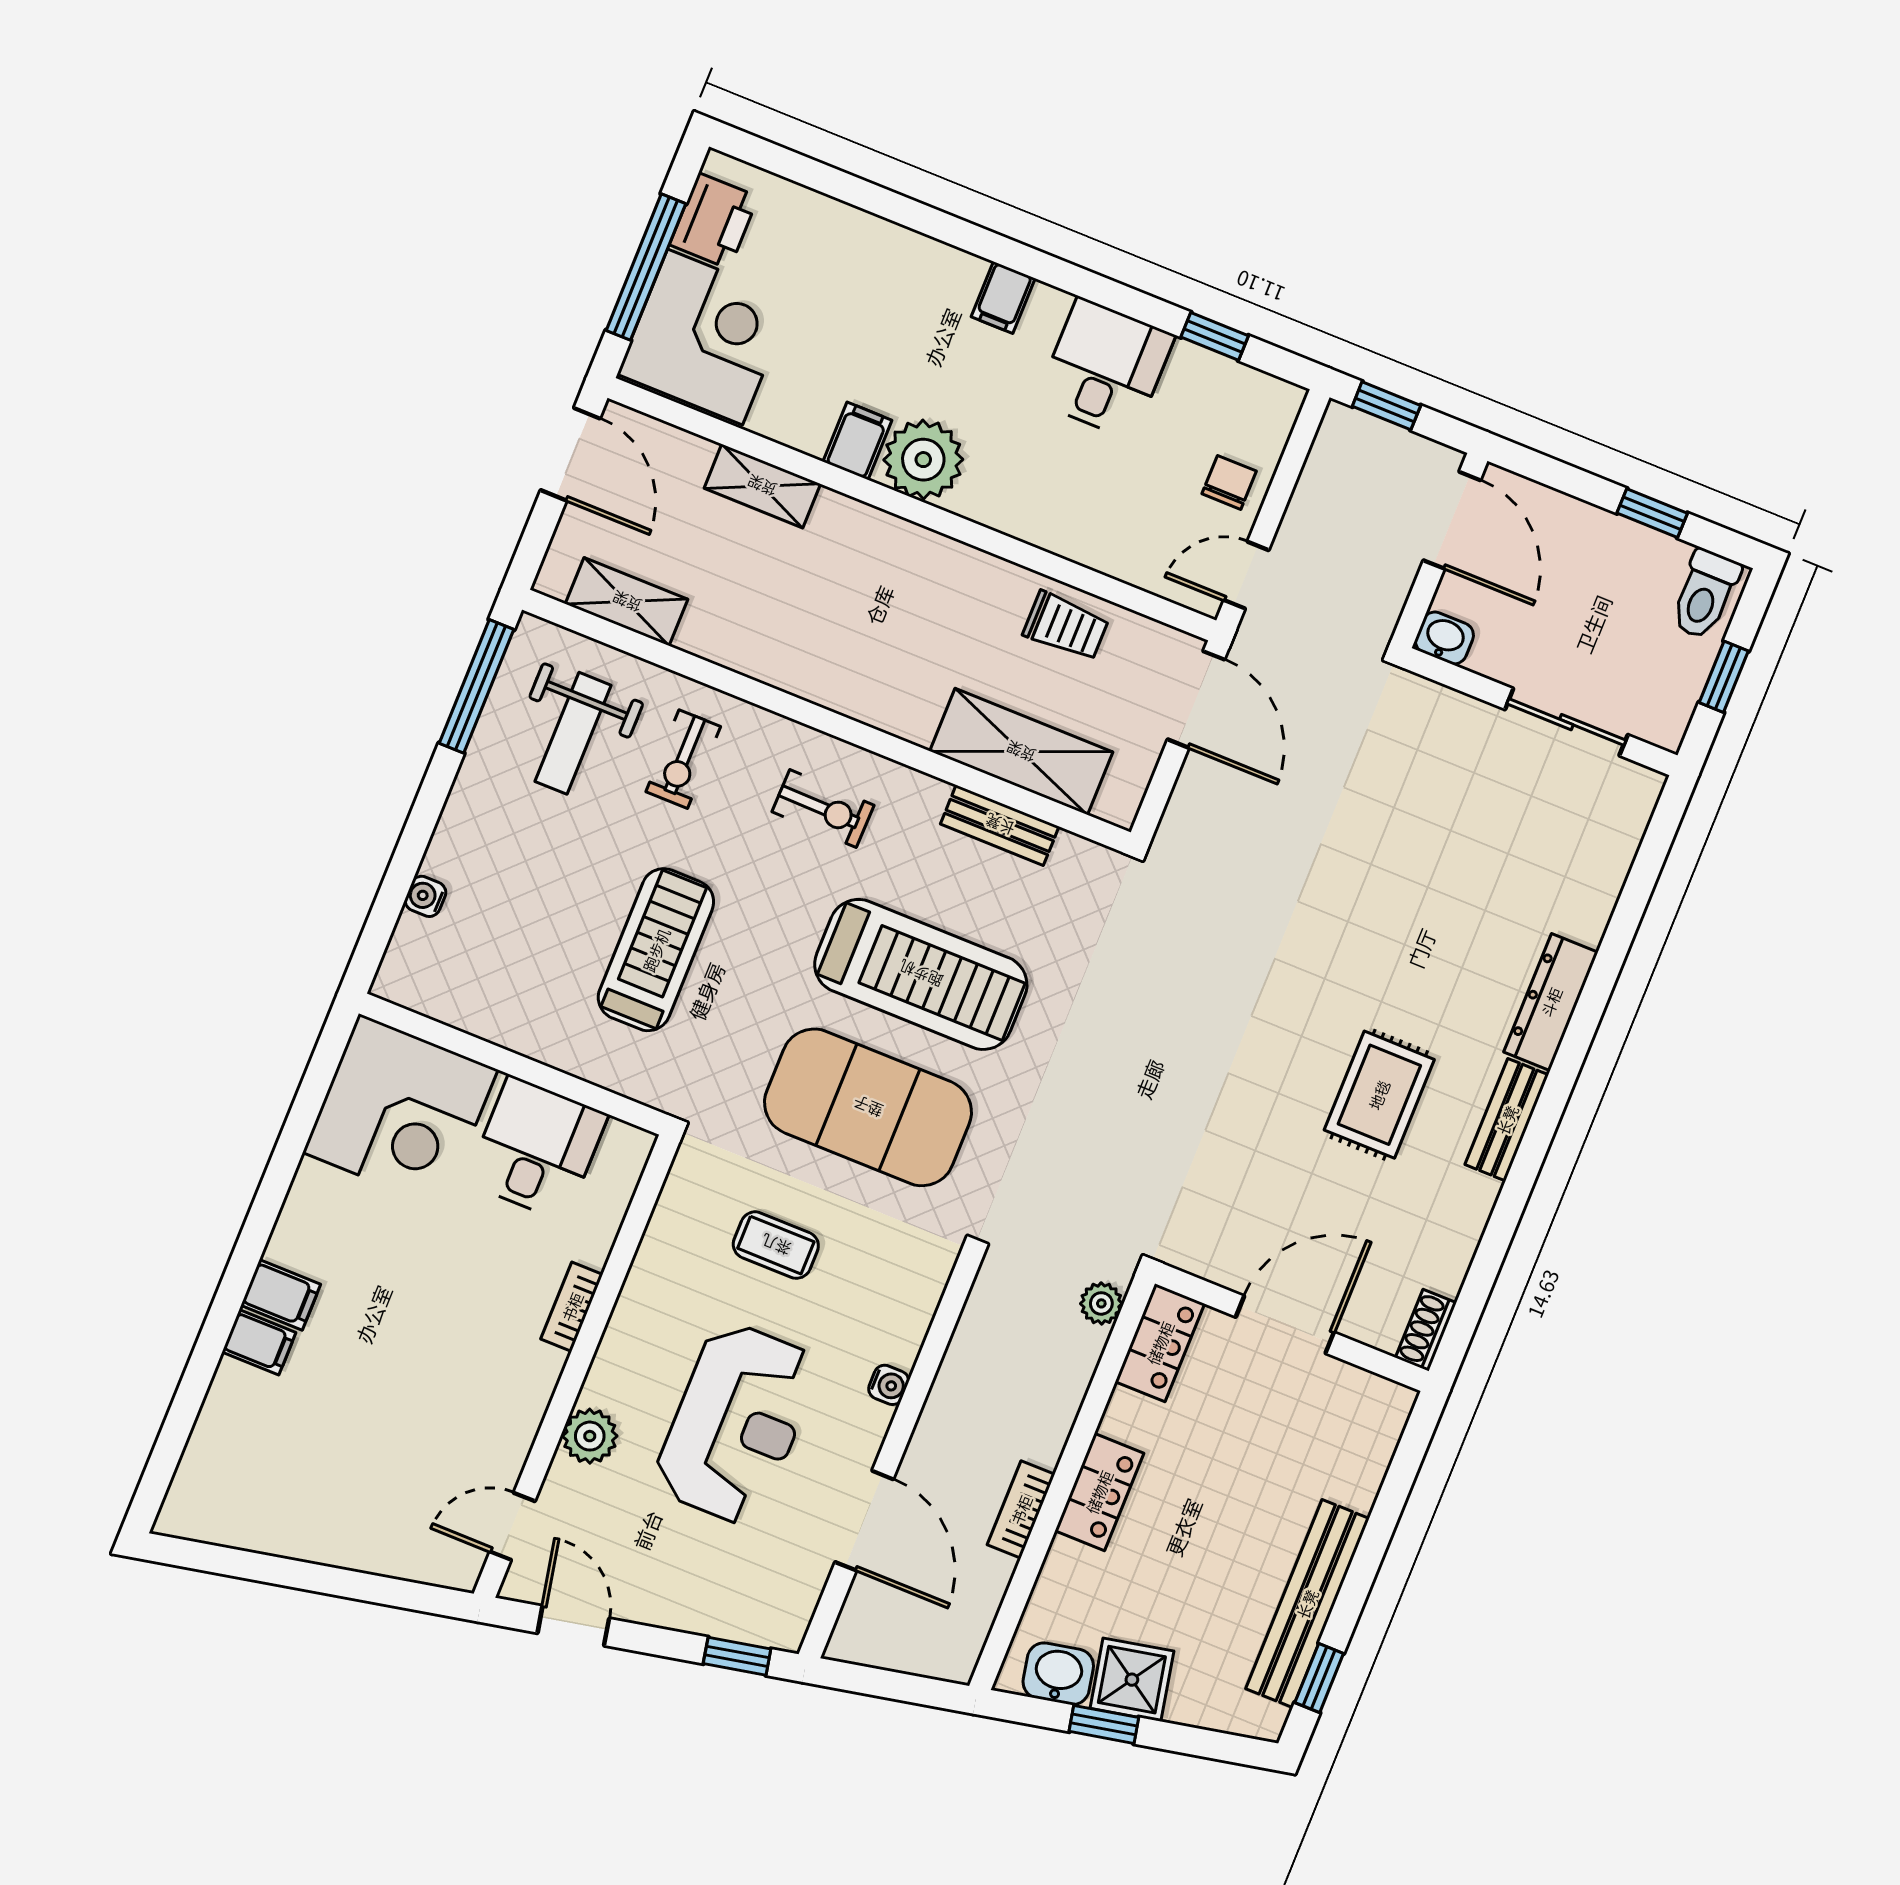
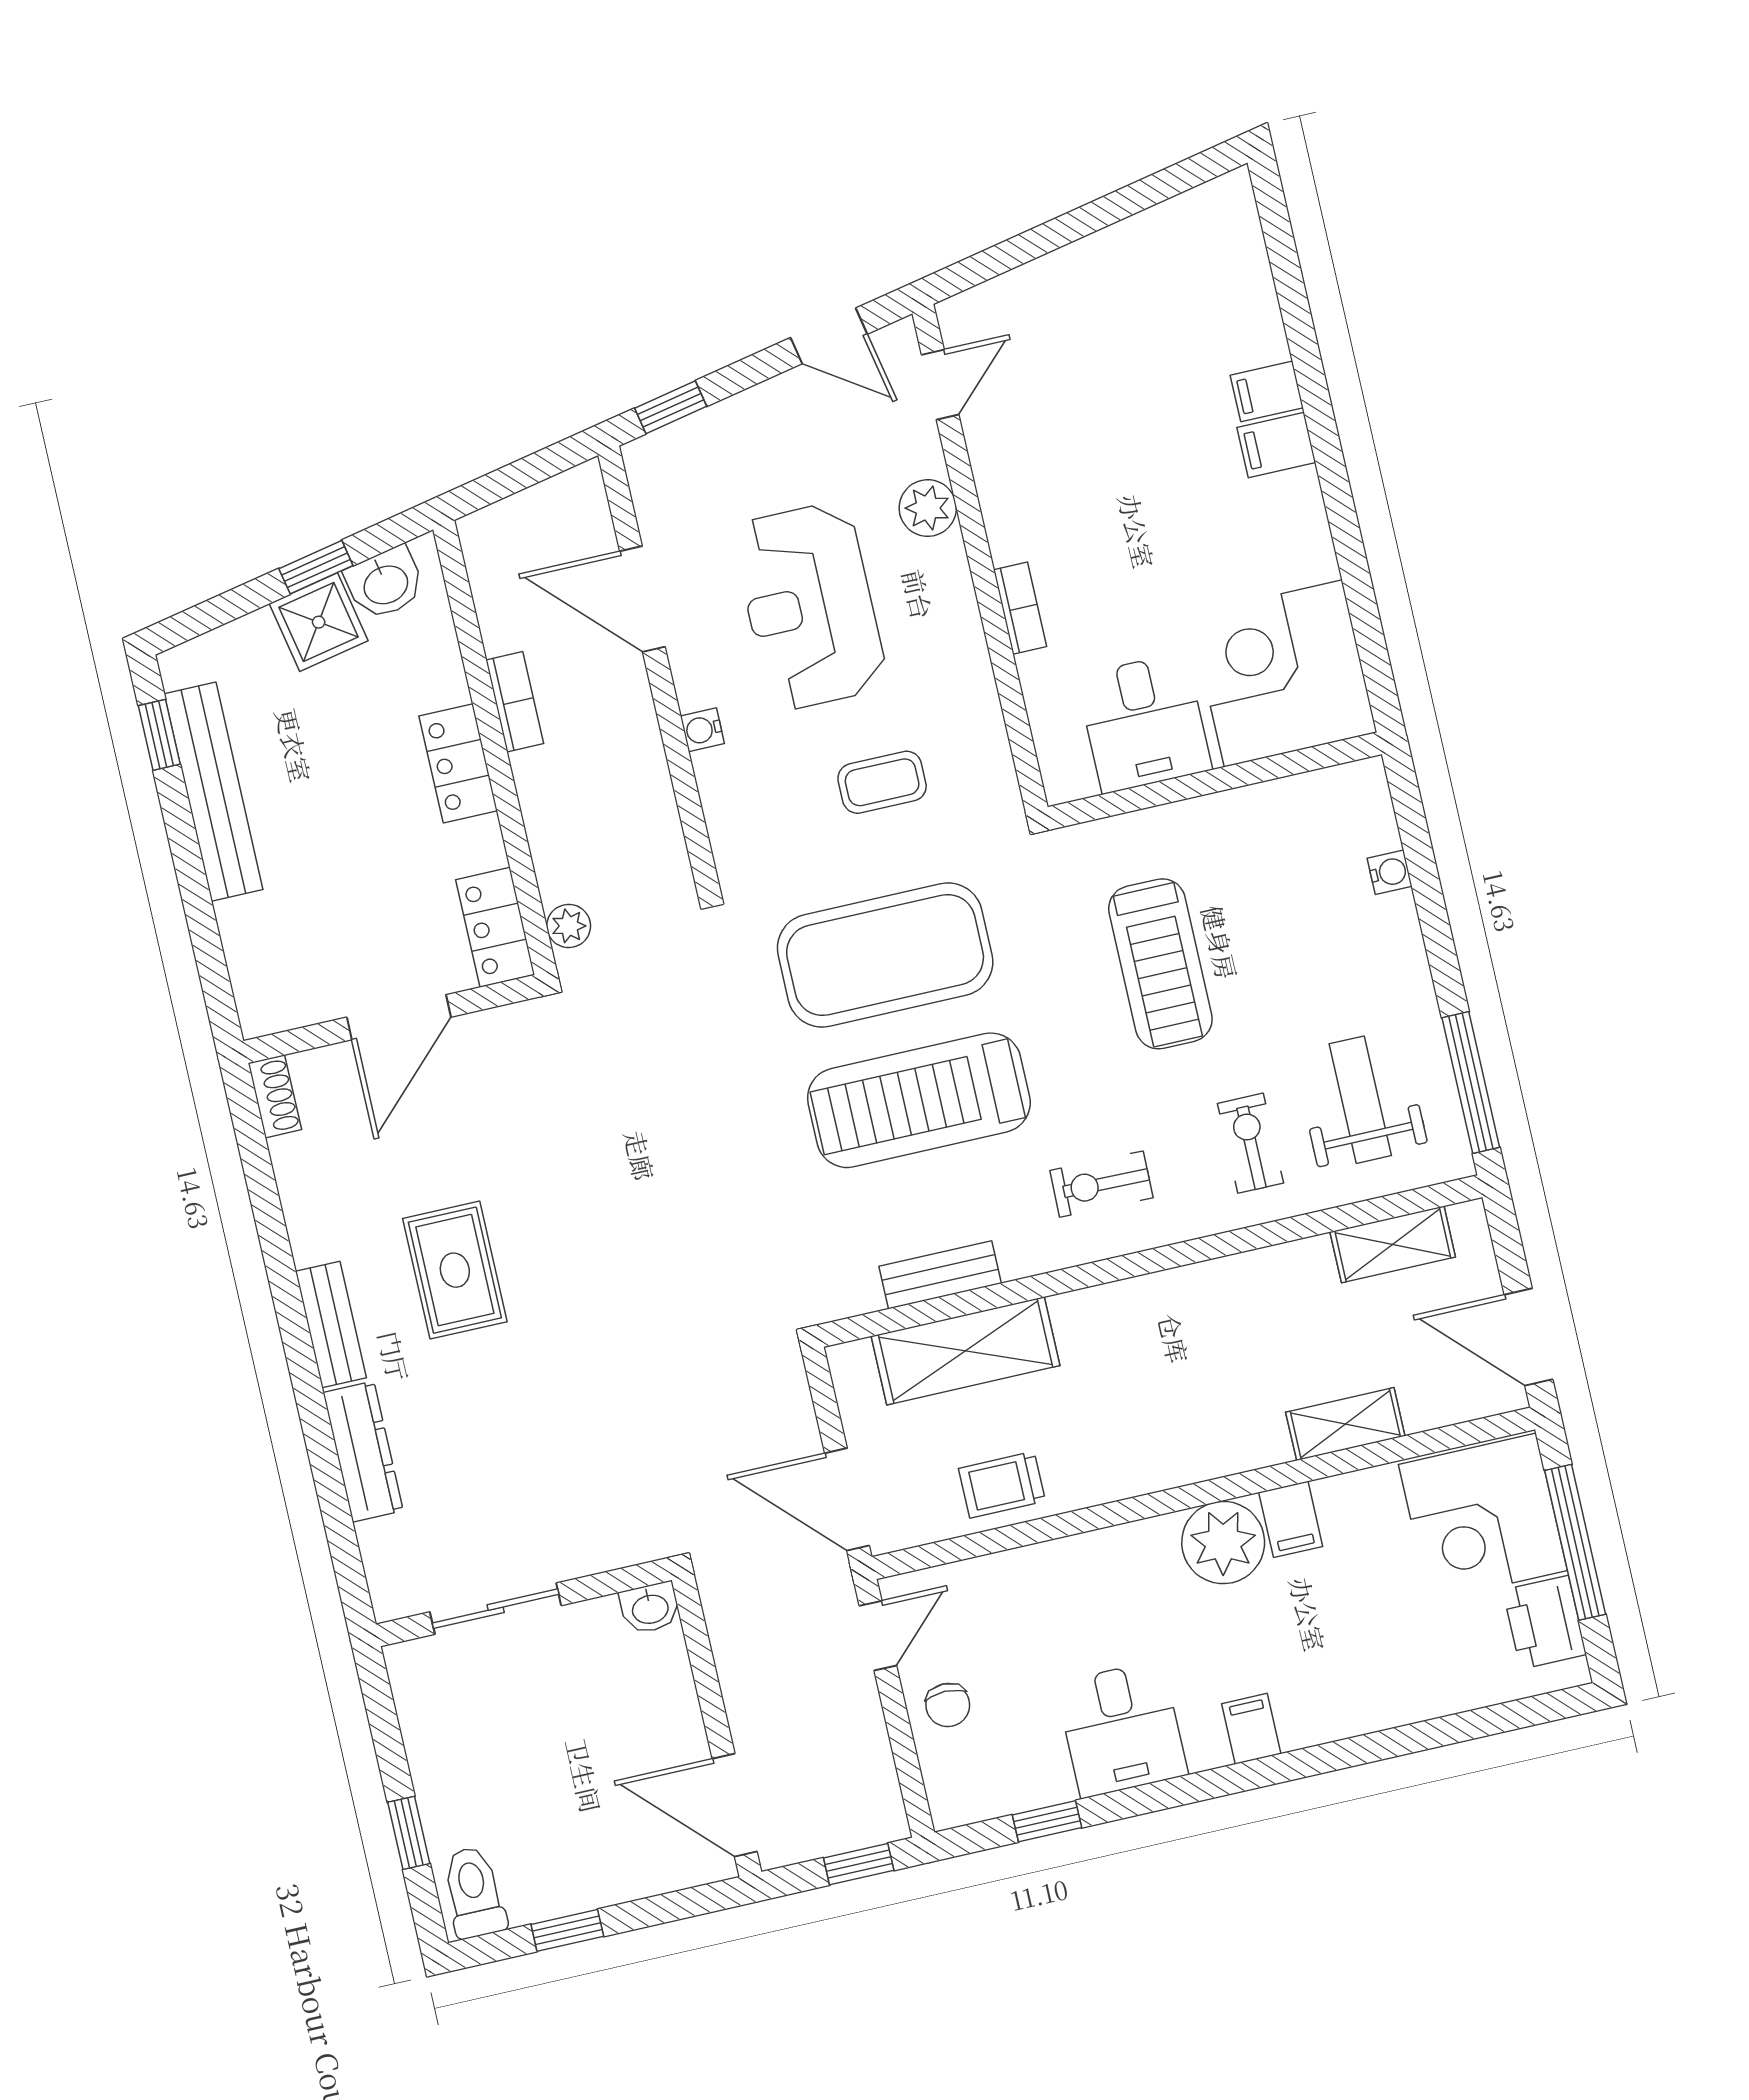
washbasin: (1444, 638) -> (650, 1608), moved
wall: (1541, 712) -> (524, 1602), moved
sliding door: (1566, 722) -> (496, 1609), moved

